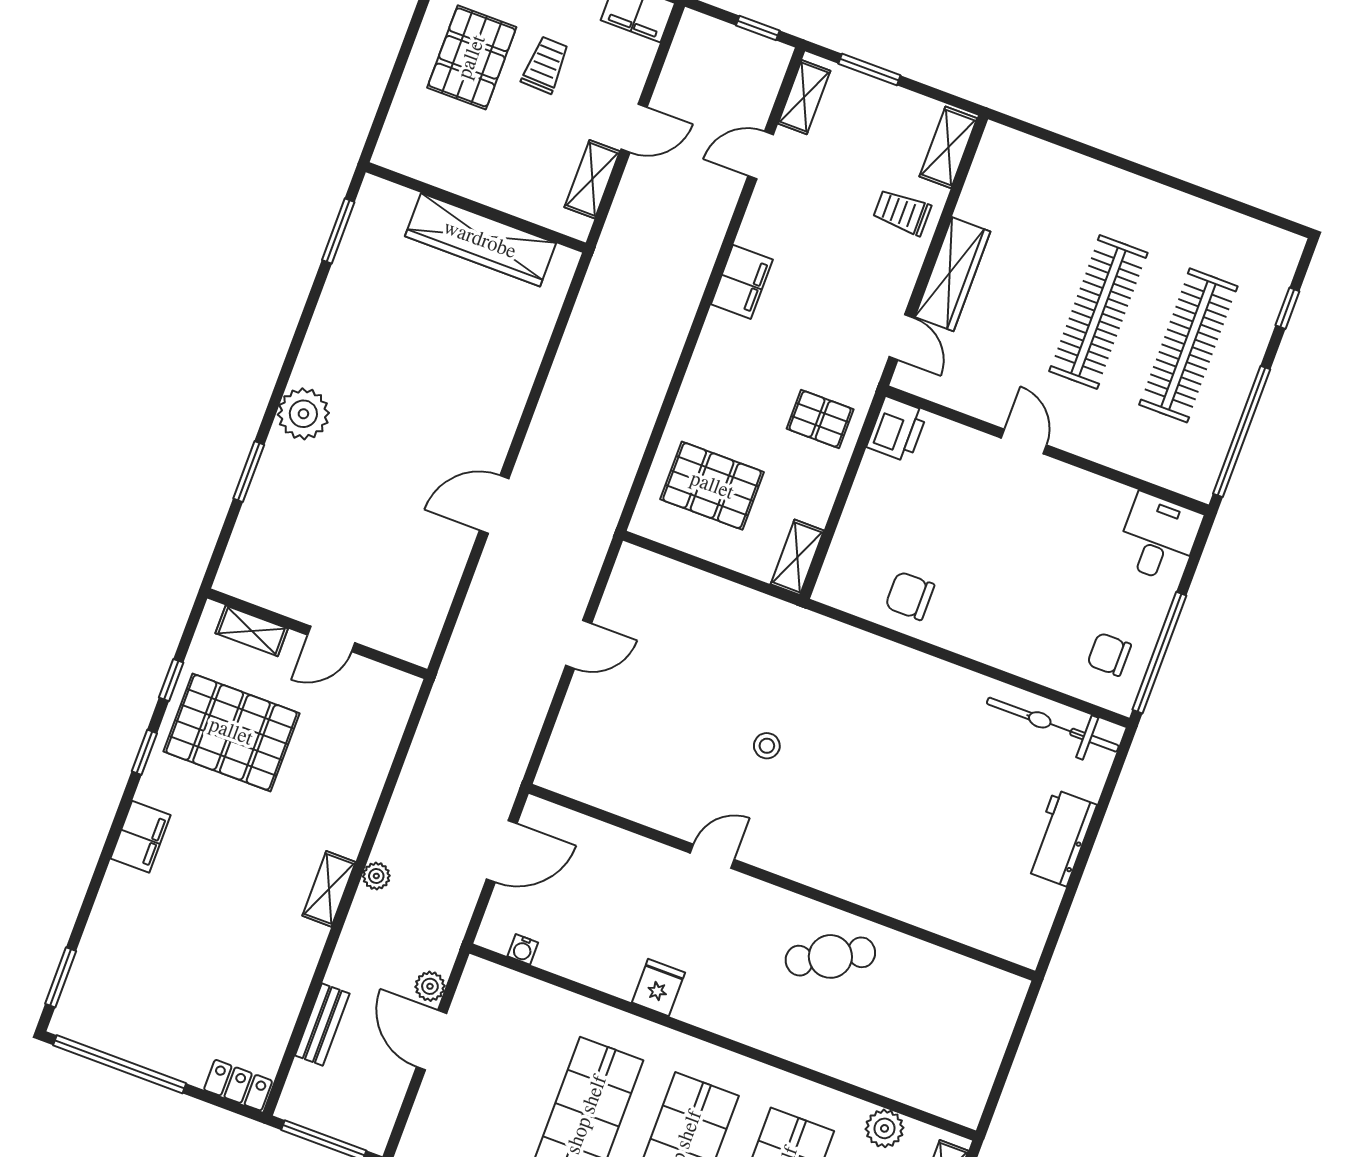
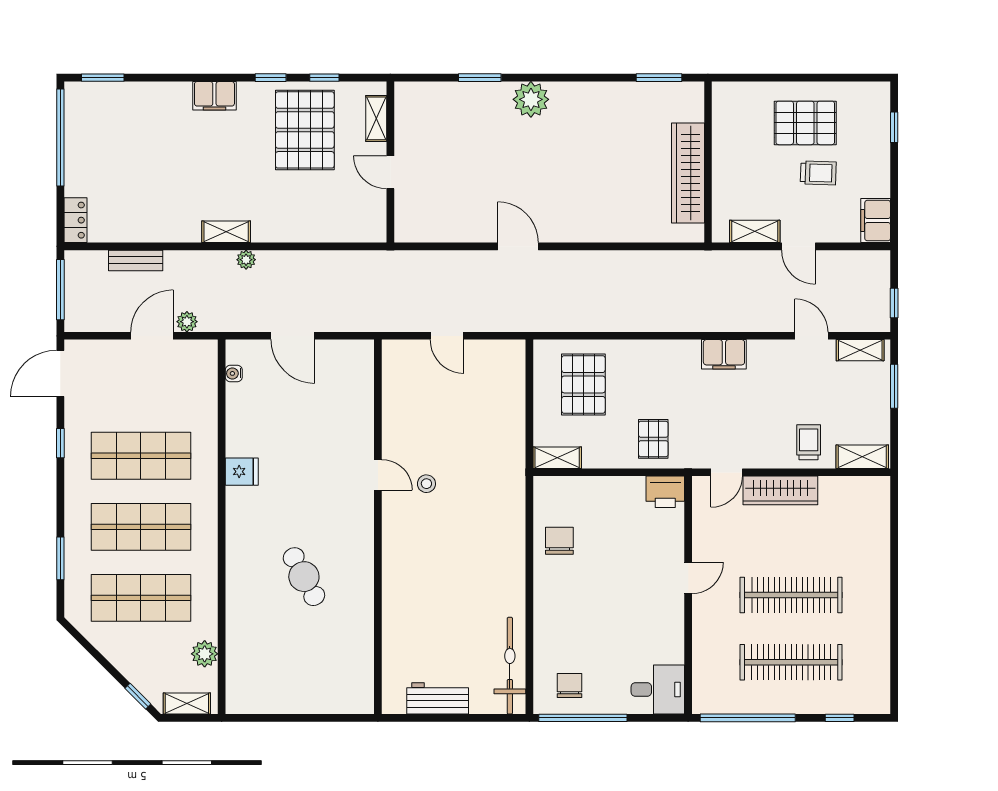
door: (712, 856) -> (378, 475), moved
wall: (782, 882) -> (378, 527), moved

